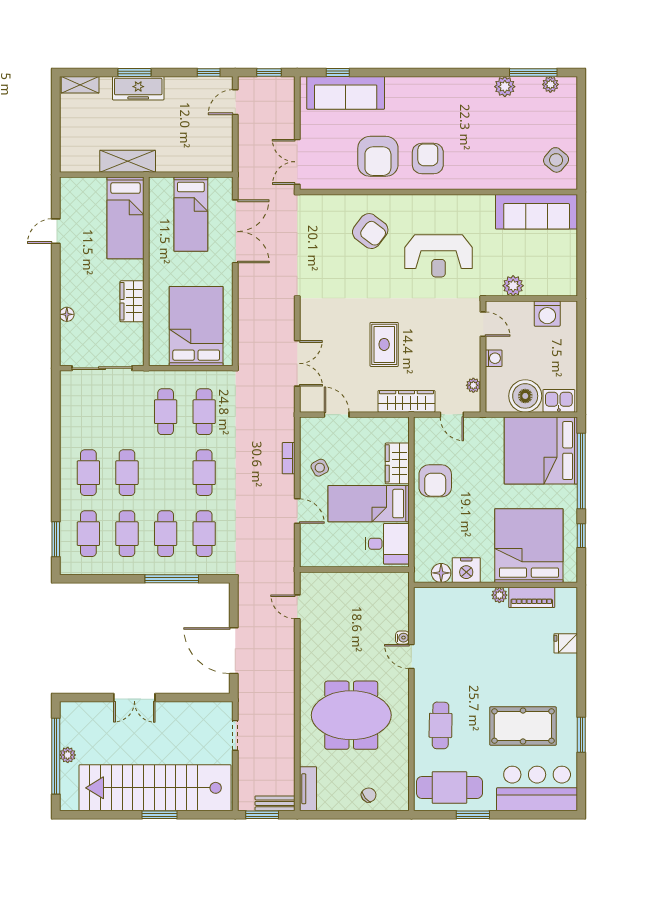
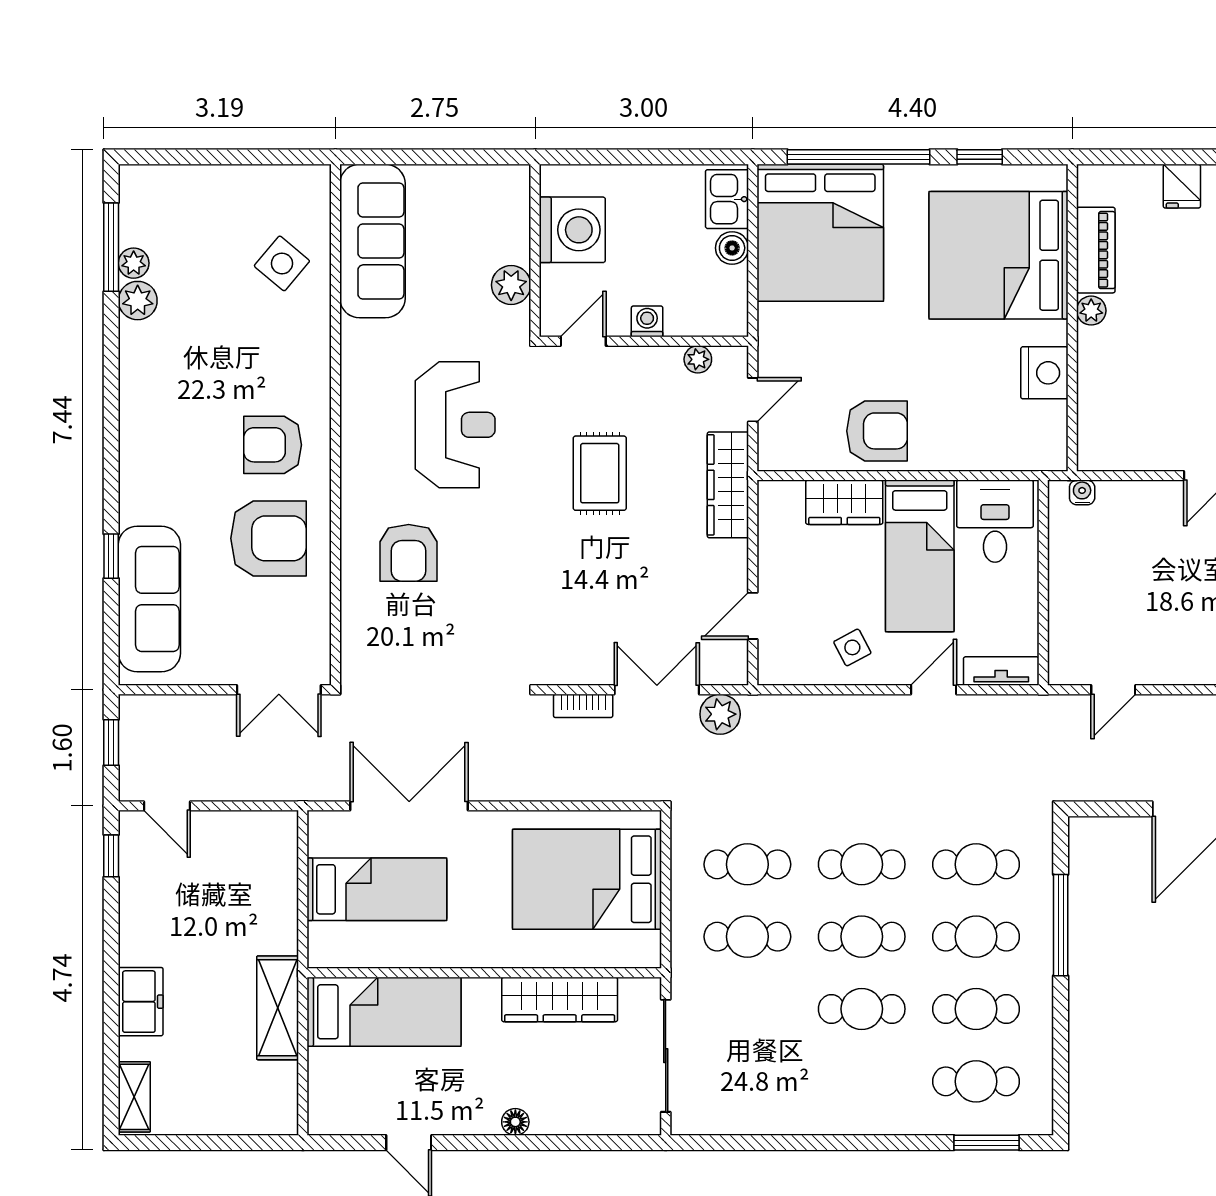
window: (135, 72) -> (111, 995), removed
window: (338, 72) -> (111, 556), moved
plant: (550, 84) -> (134, 263), moved
freezer: (138, 88) -> (141, 1002), width x0.71
side table: (556, 160) -> (282, 263), moved
armchair: (370, 231) -> (409, 553), turned 143
wardrobe: (132, 301) -> (560, 1000), width x1.50
floor lamp: (67, 314) -> (515, 1122), moved
washing machine: (547, 314) -> (572, 230), width x1.37, depth x1.37
rug: (384, 344) -> (600, 473), moved, turned 90
boiler: (525, 396) -> (732, 248), width x0.54, depth x0.54
plant: (284, 397) -> (720, 714), added
bookcase: (289, 458) -> (583, 706), moved
cafe table: (88, 473) -> (862, 937), moved
tv unit: (307, 547) -> (1001, 671), added
floor lamp: (441, 573) -> (1050, 420), removed
water cooler: (402, 638) -> (1082, 492), moved

